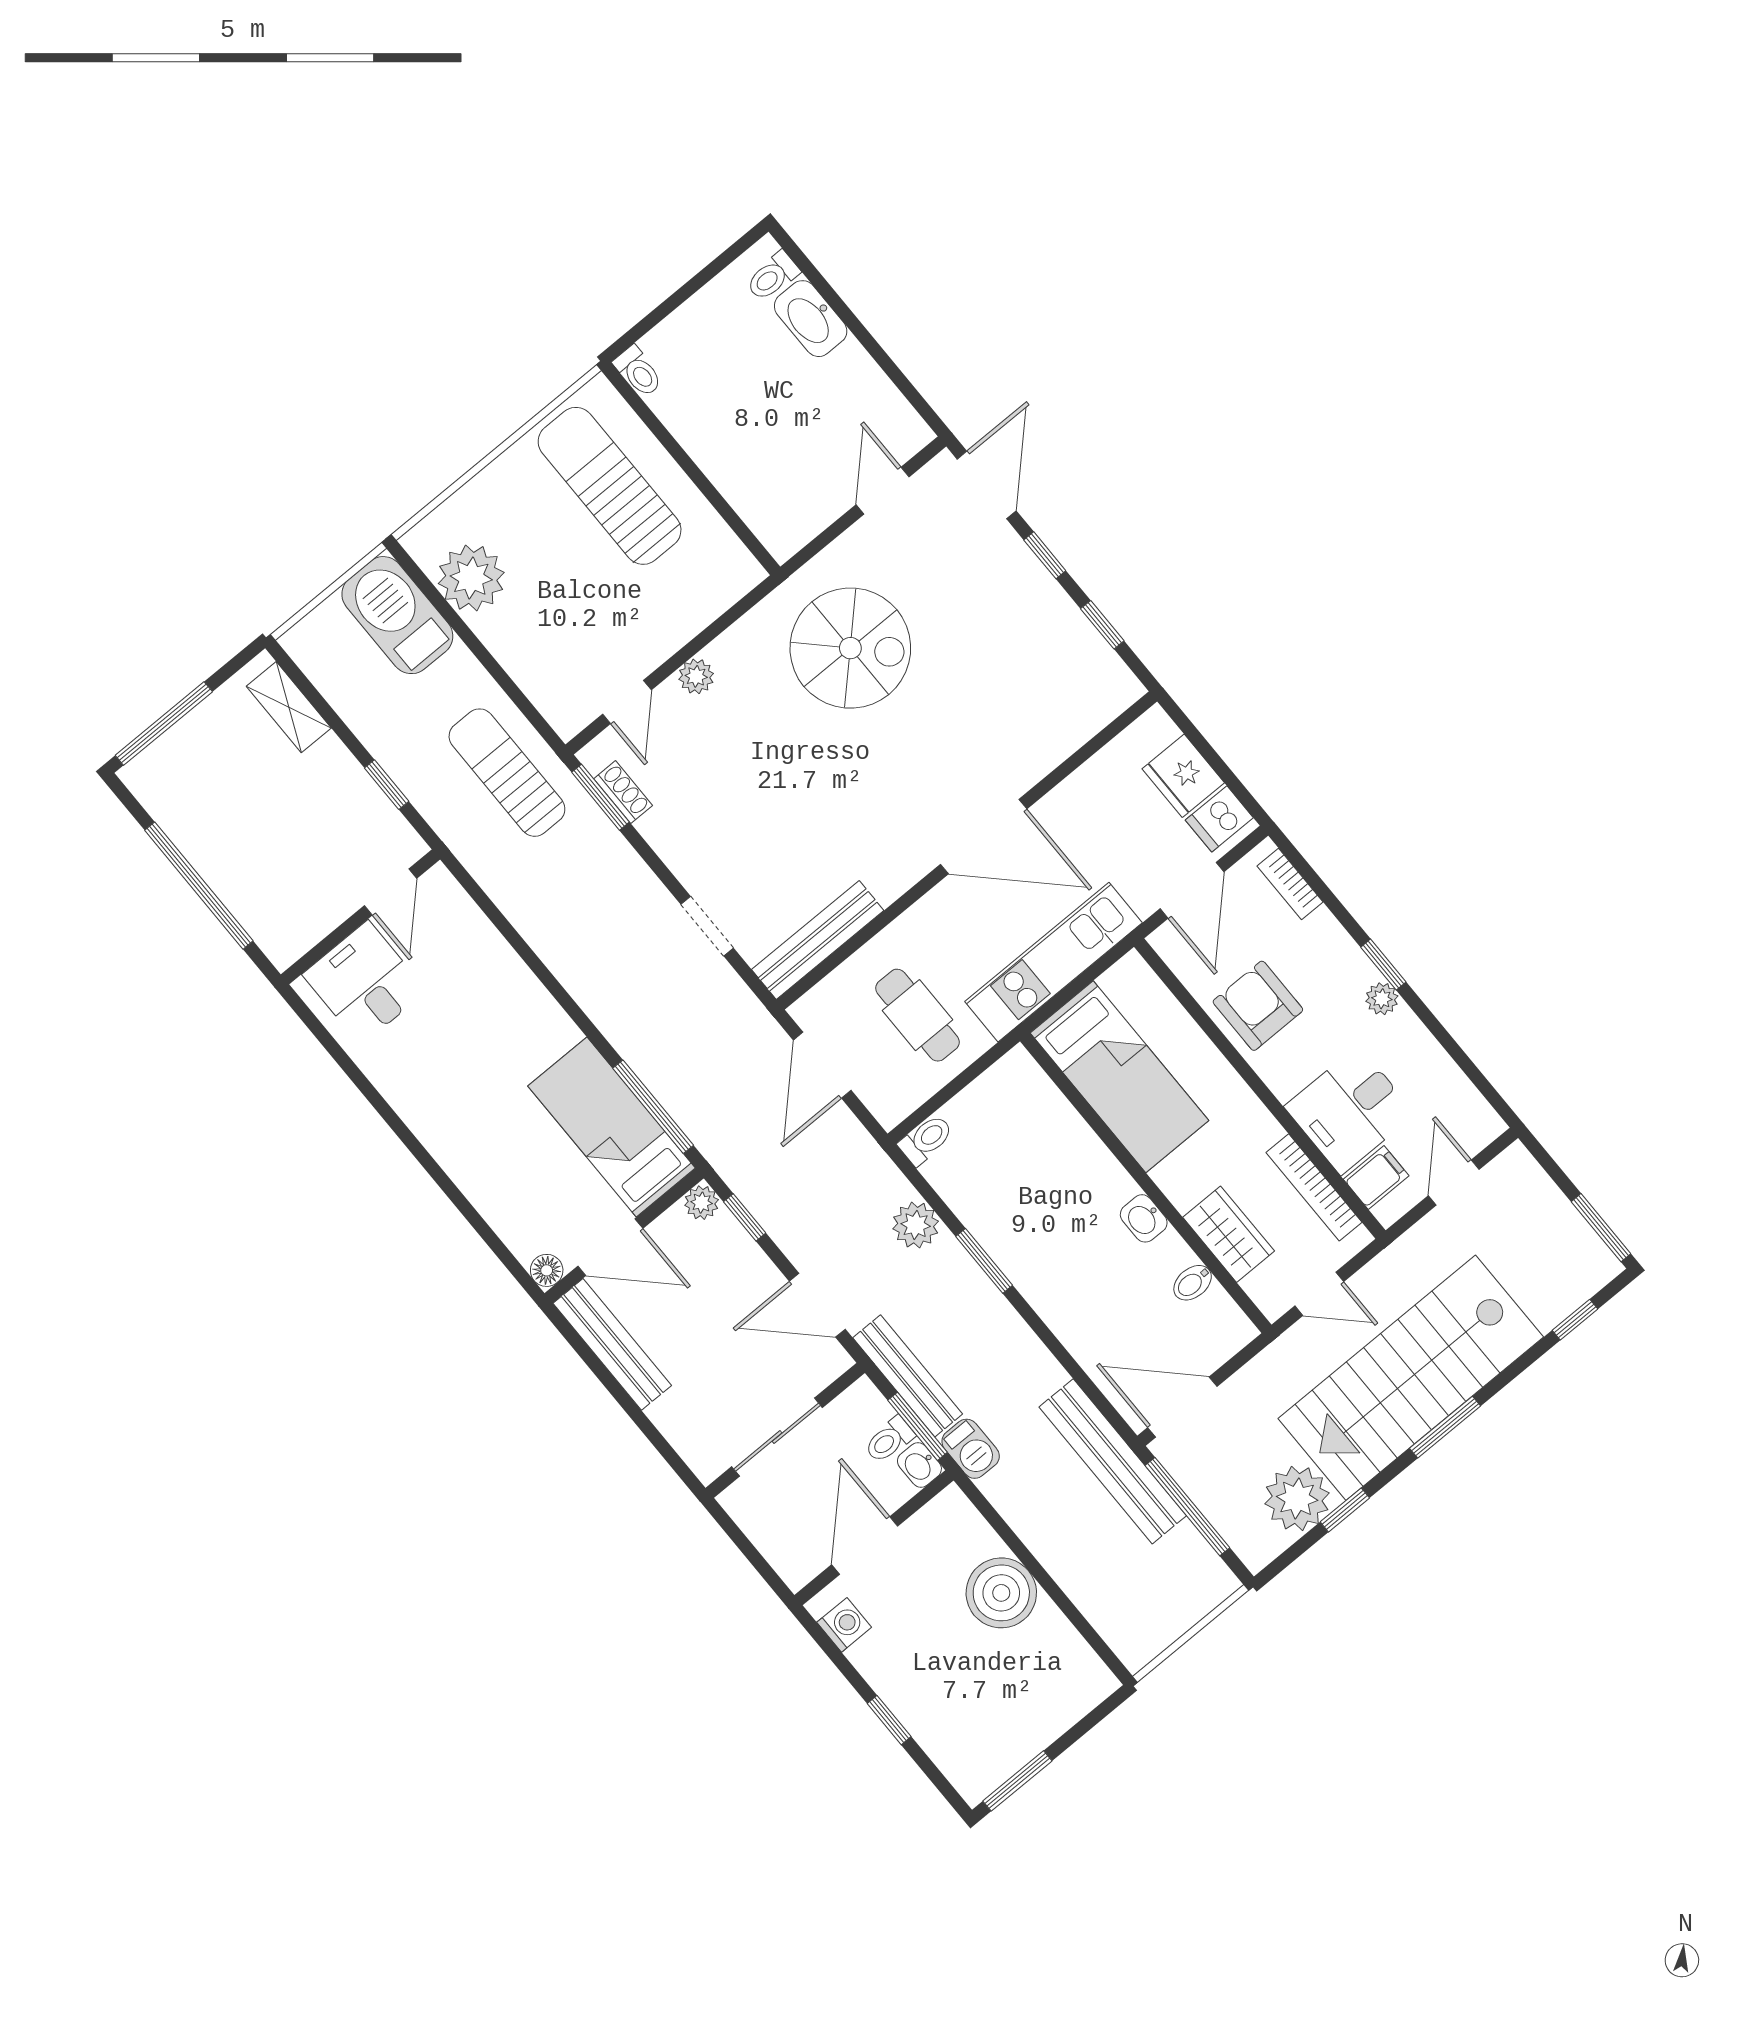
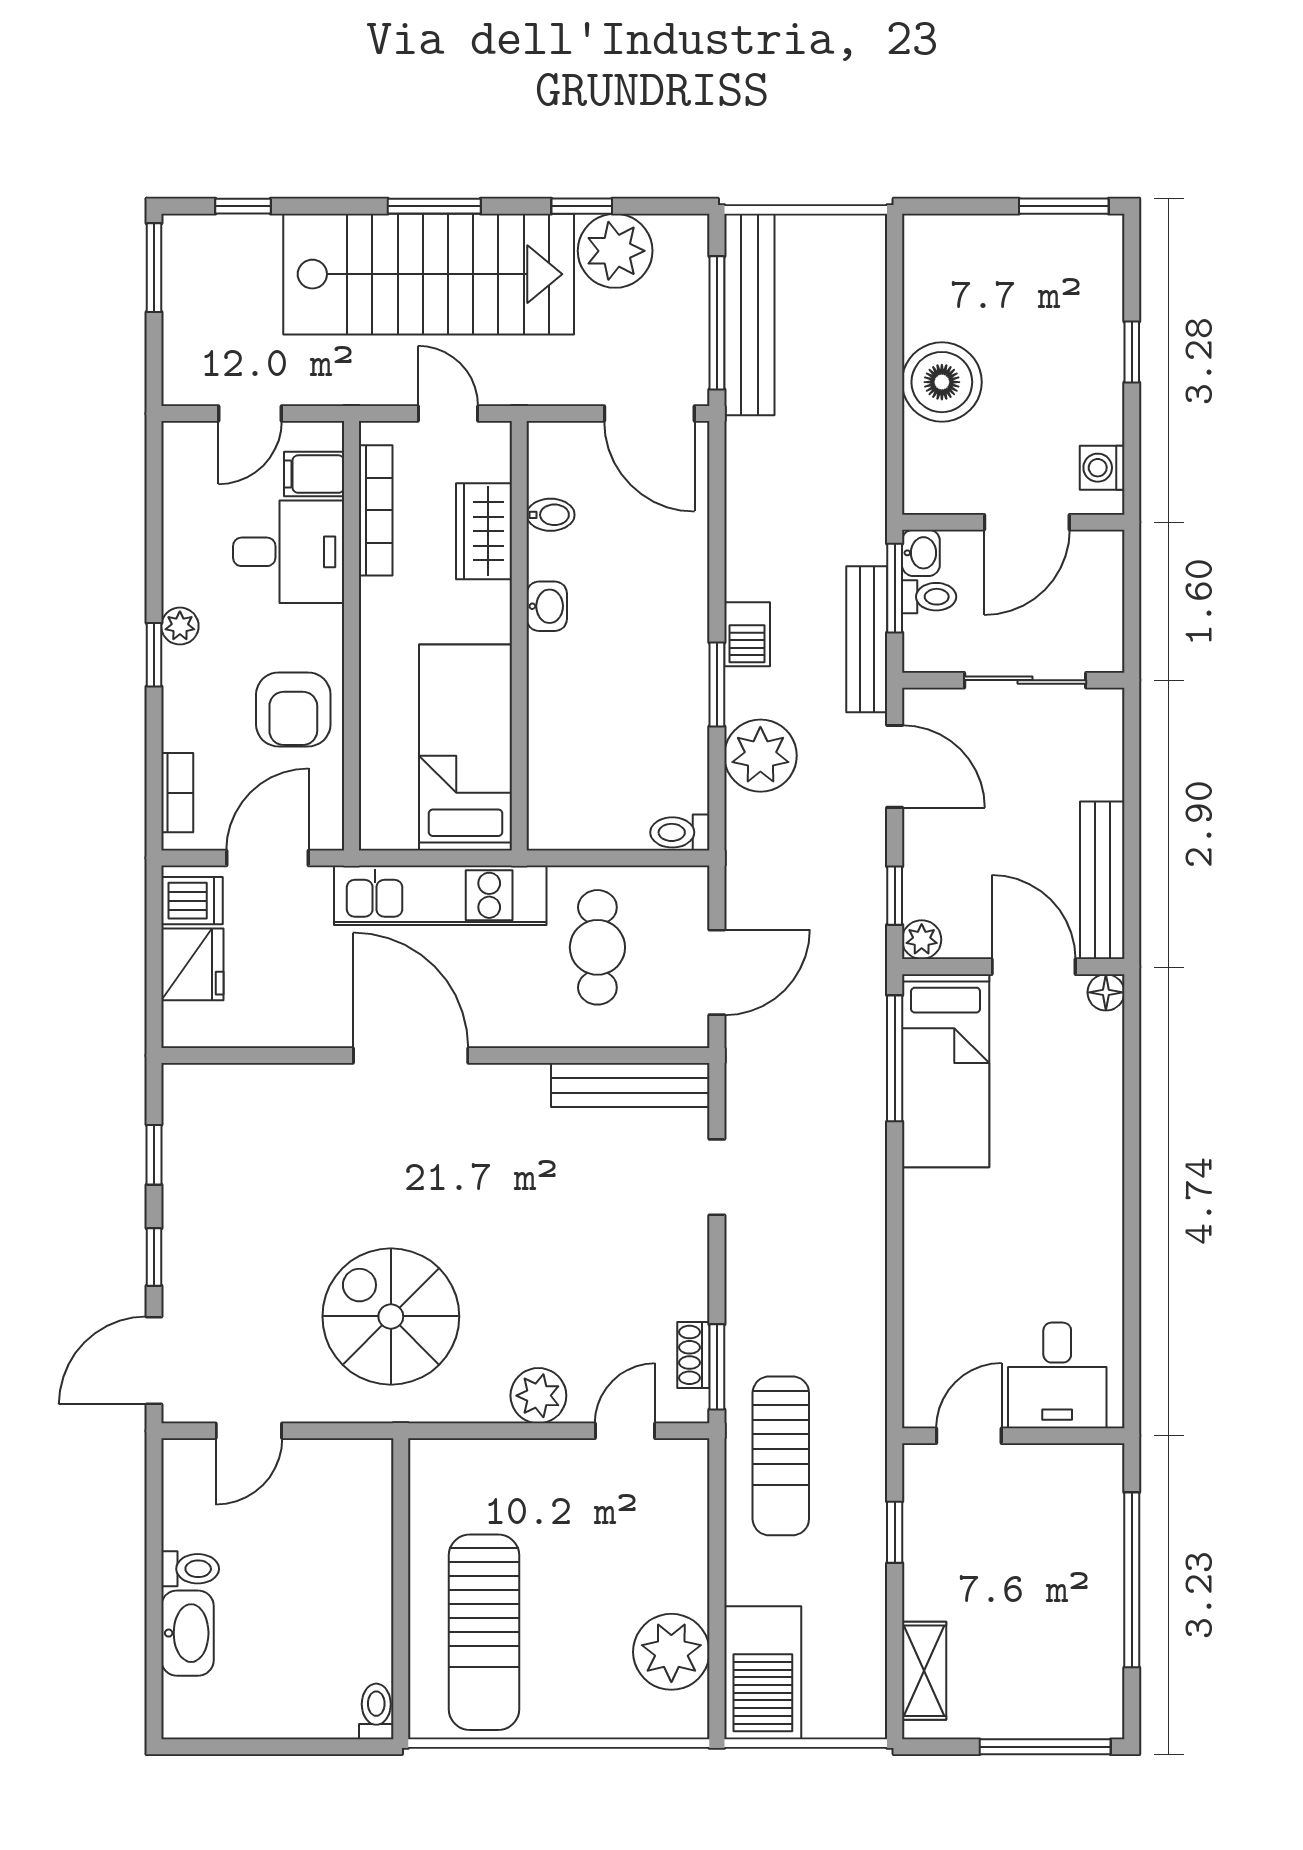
toilet: (773, 276) -> (190, 1569), moved
plant: (696, 676) -> (538, 1396), width x1.38, depth x1.38
plant: (916, 1225) -> (760, 756), width x1.36, depth x1.36
barbecue: (971, 1449) -> (747, 634), moved, turned 180
bench: (1113, 1461) -> (749, 314), moved

